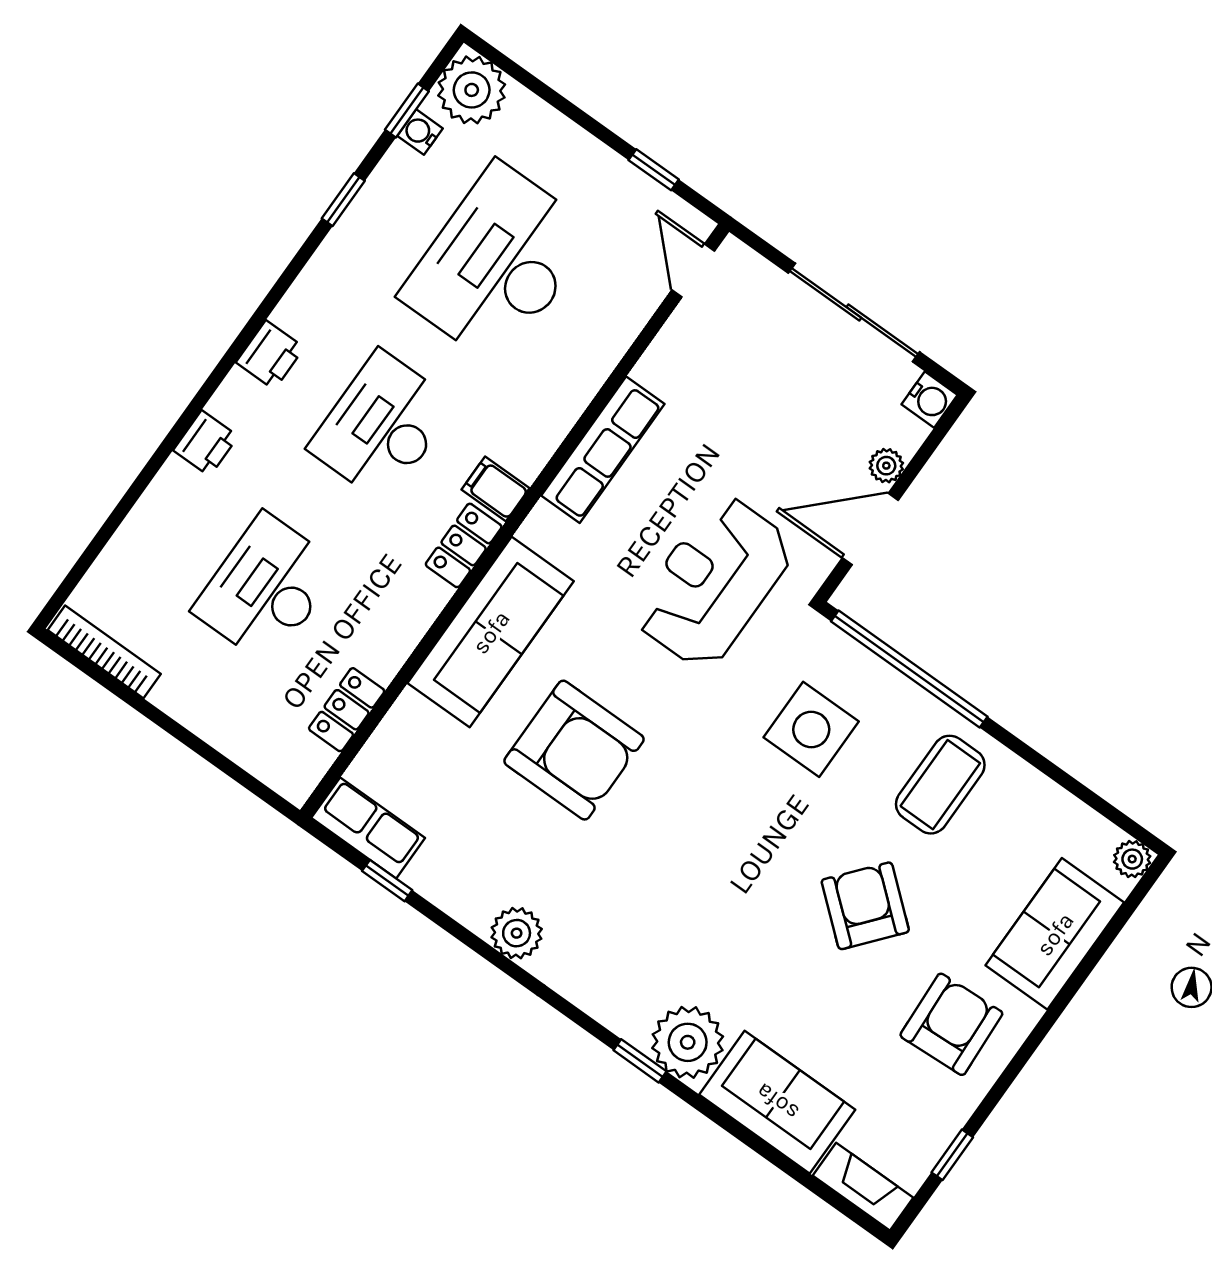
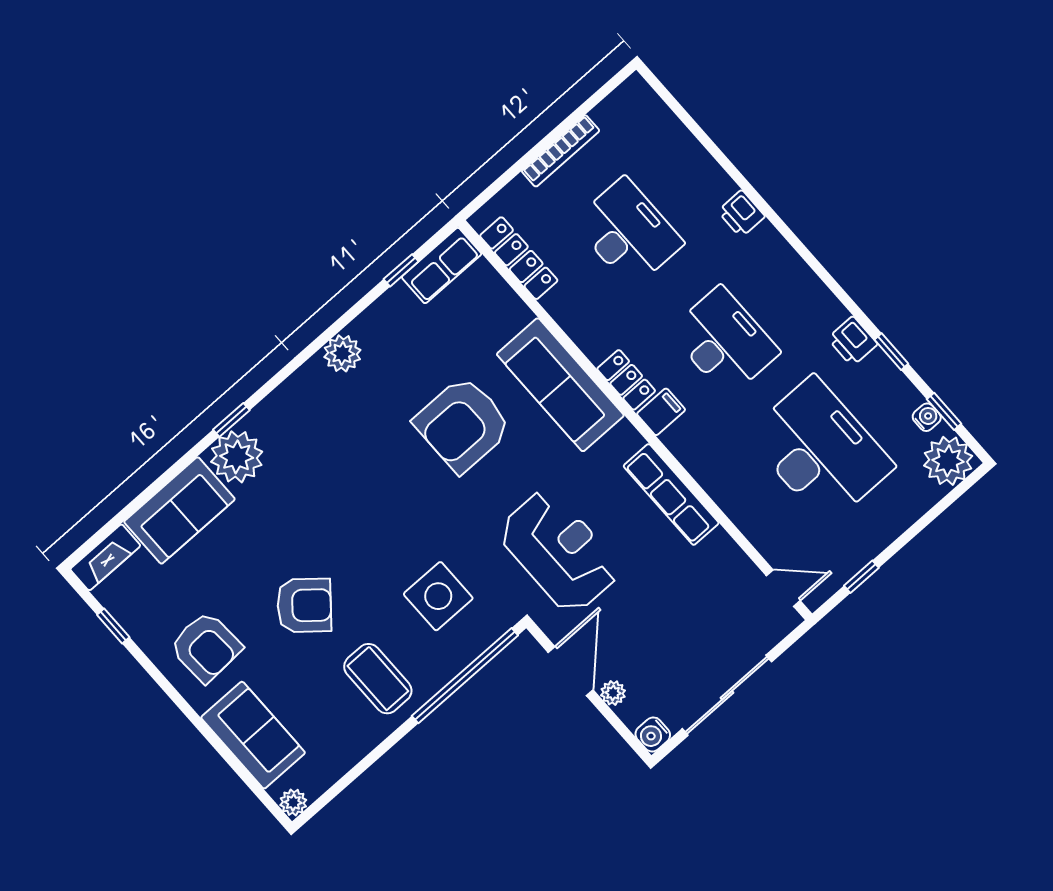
printer: (270, 355) -> (853, 341), moved
bookcase: (104, 652) -> (561, 151), moved
locker: (347, 710) -> (519, 258), width x1.53

